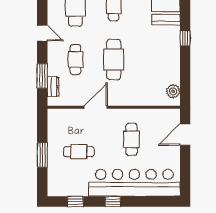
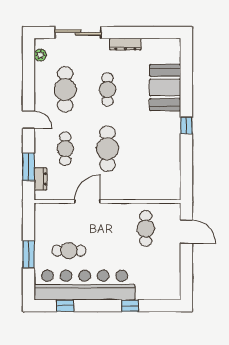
plant: (173, 91) -> (173, 184), removed
door: (185, 135) -> (186, 232), swing flipped
cafe table: (131, 139) -> (146, 228), moved
bar counter: (134, 183) -> (85, 285), moved
window: (113, 202) -> (130, 306), moved

